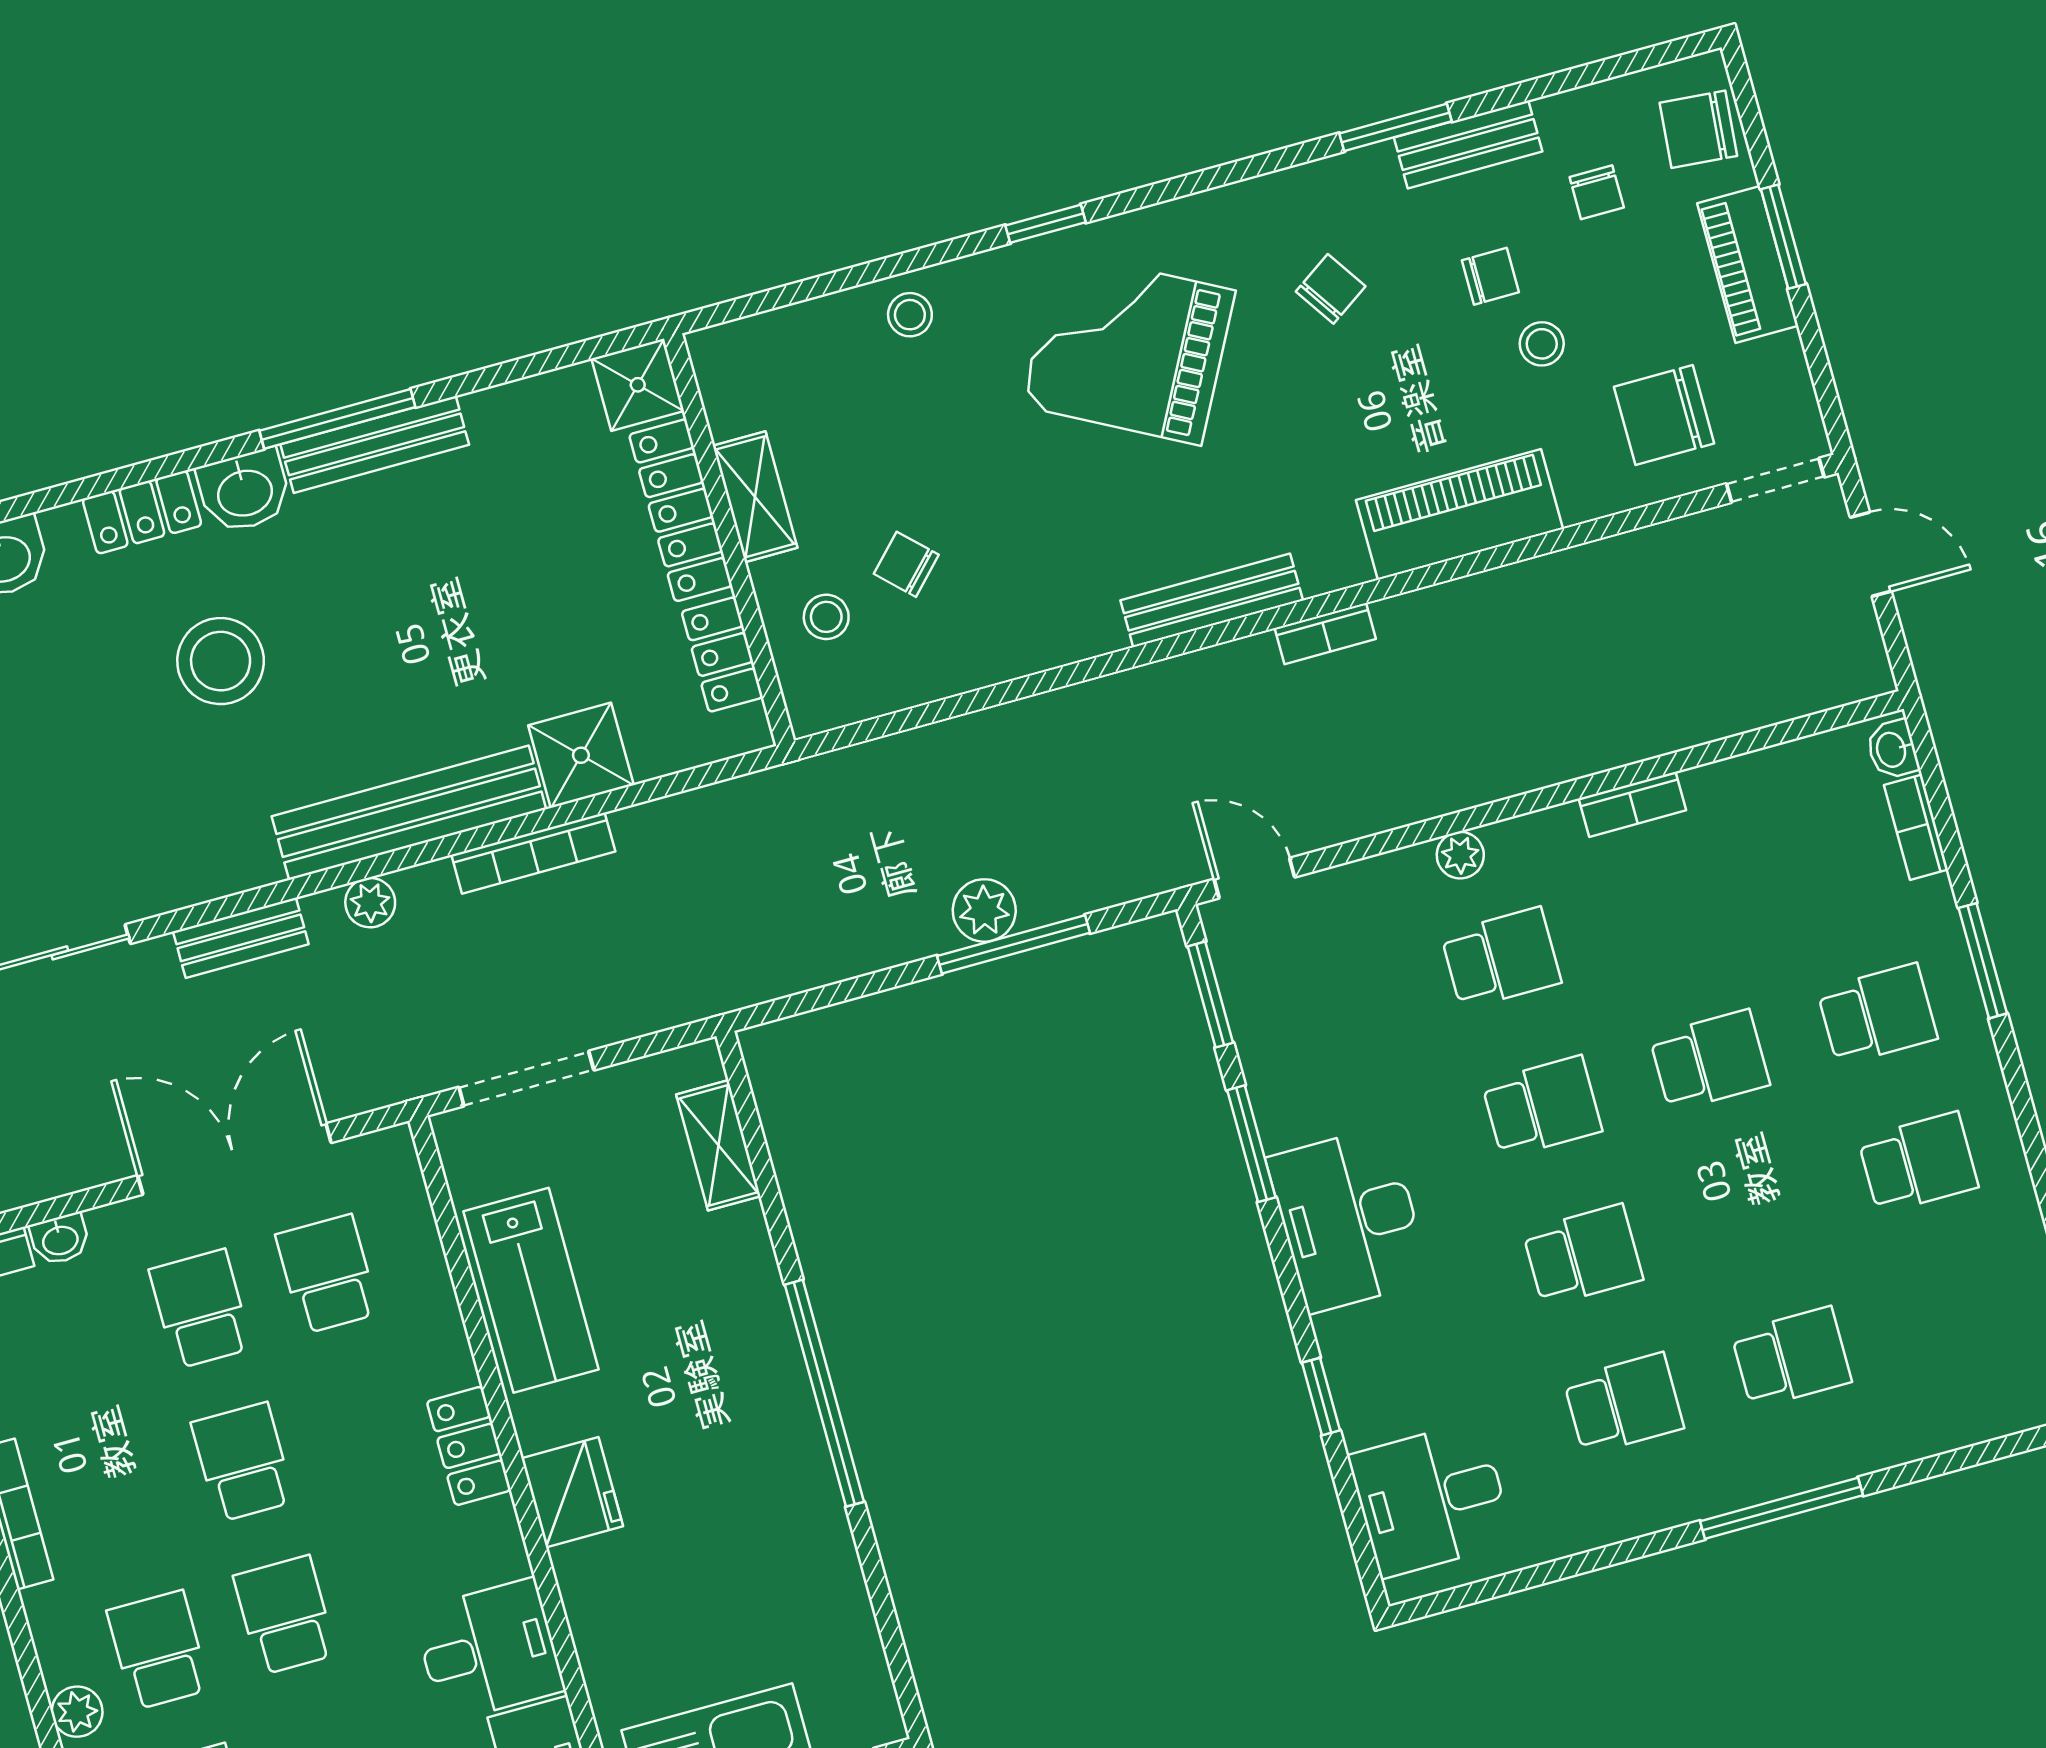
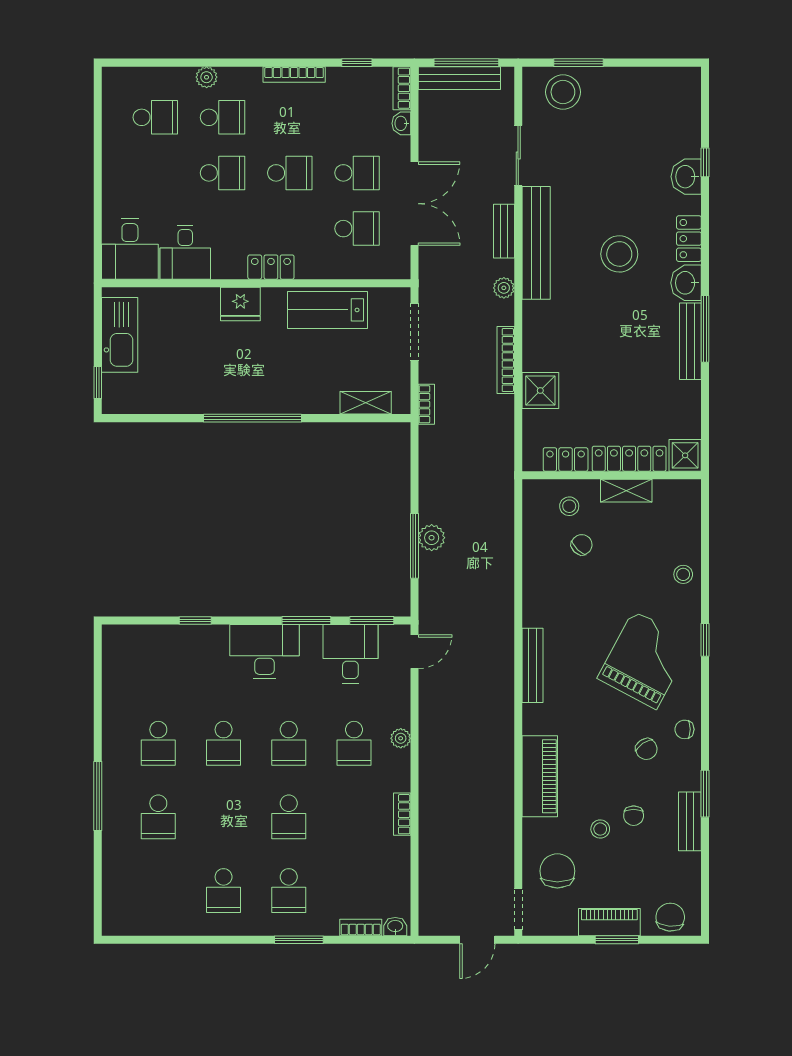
chair: (1597, 192) -> (684, 729), moved
bookcase: (1325, 633) -> (426, 404), moved, turned 180
bench: (409, 813) -> (536, 243), moved
desk: (1431, 1499) -> (350, 654), moved

